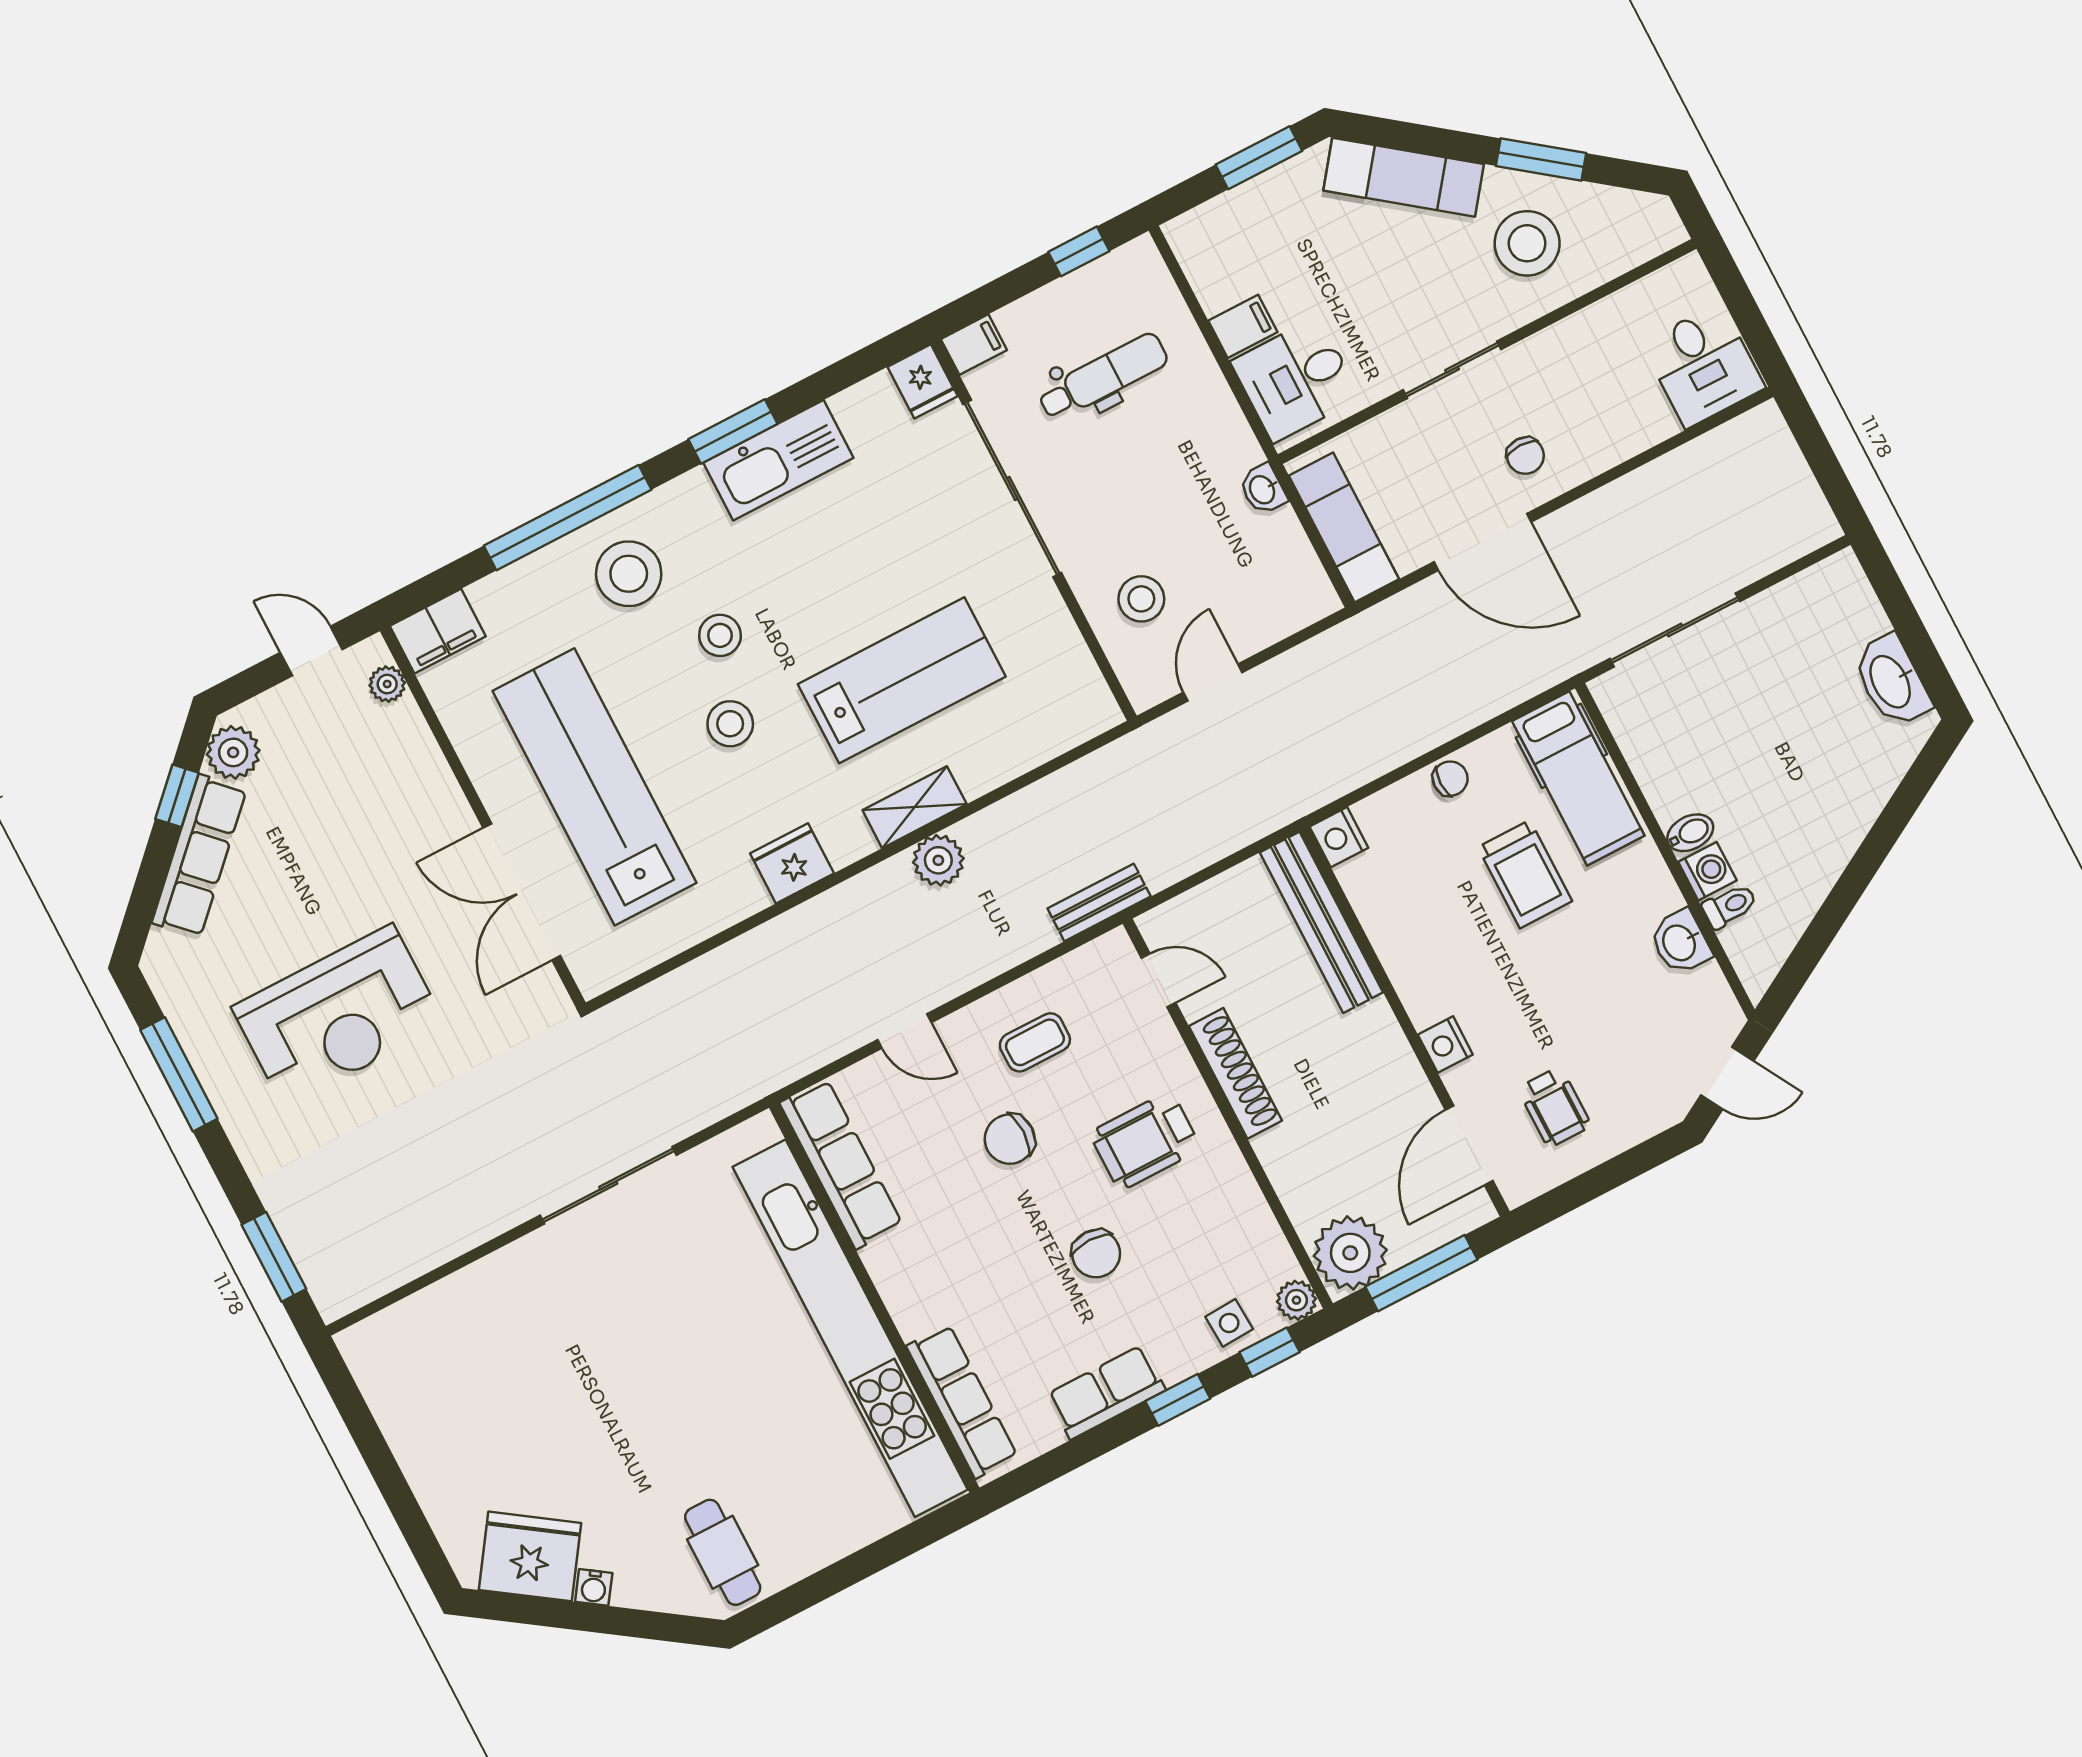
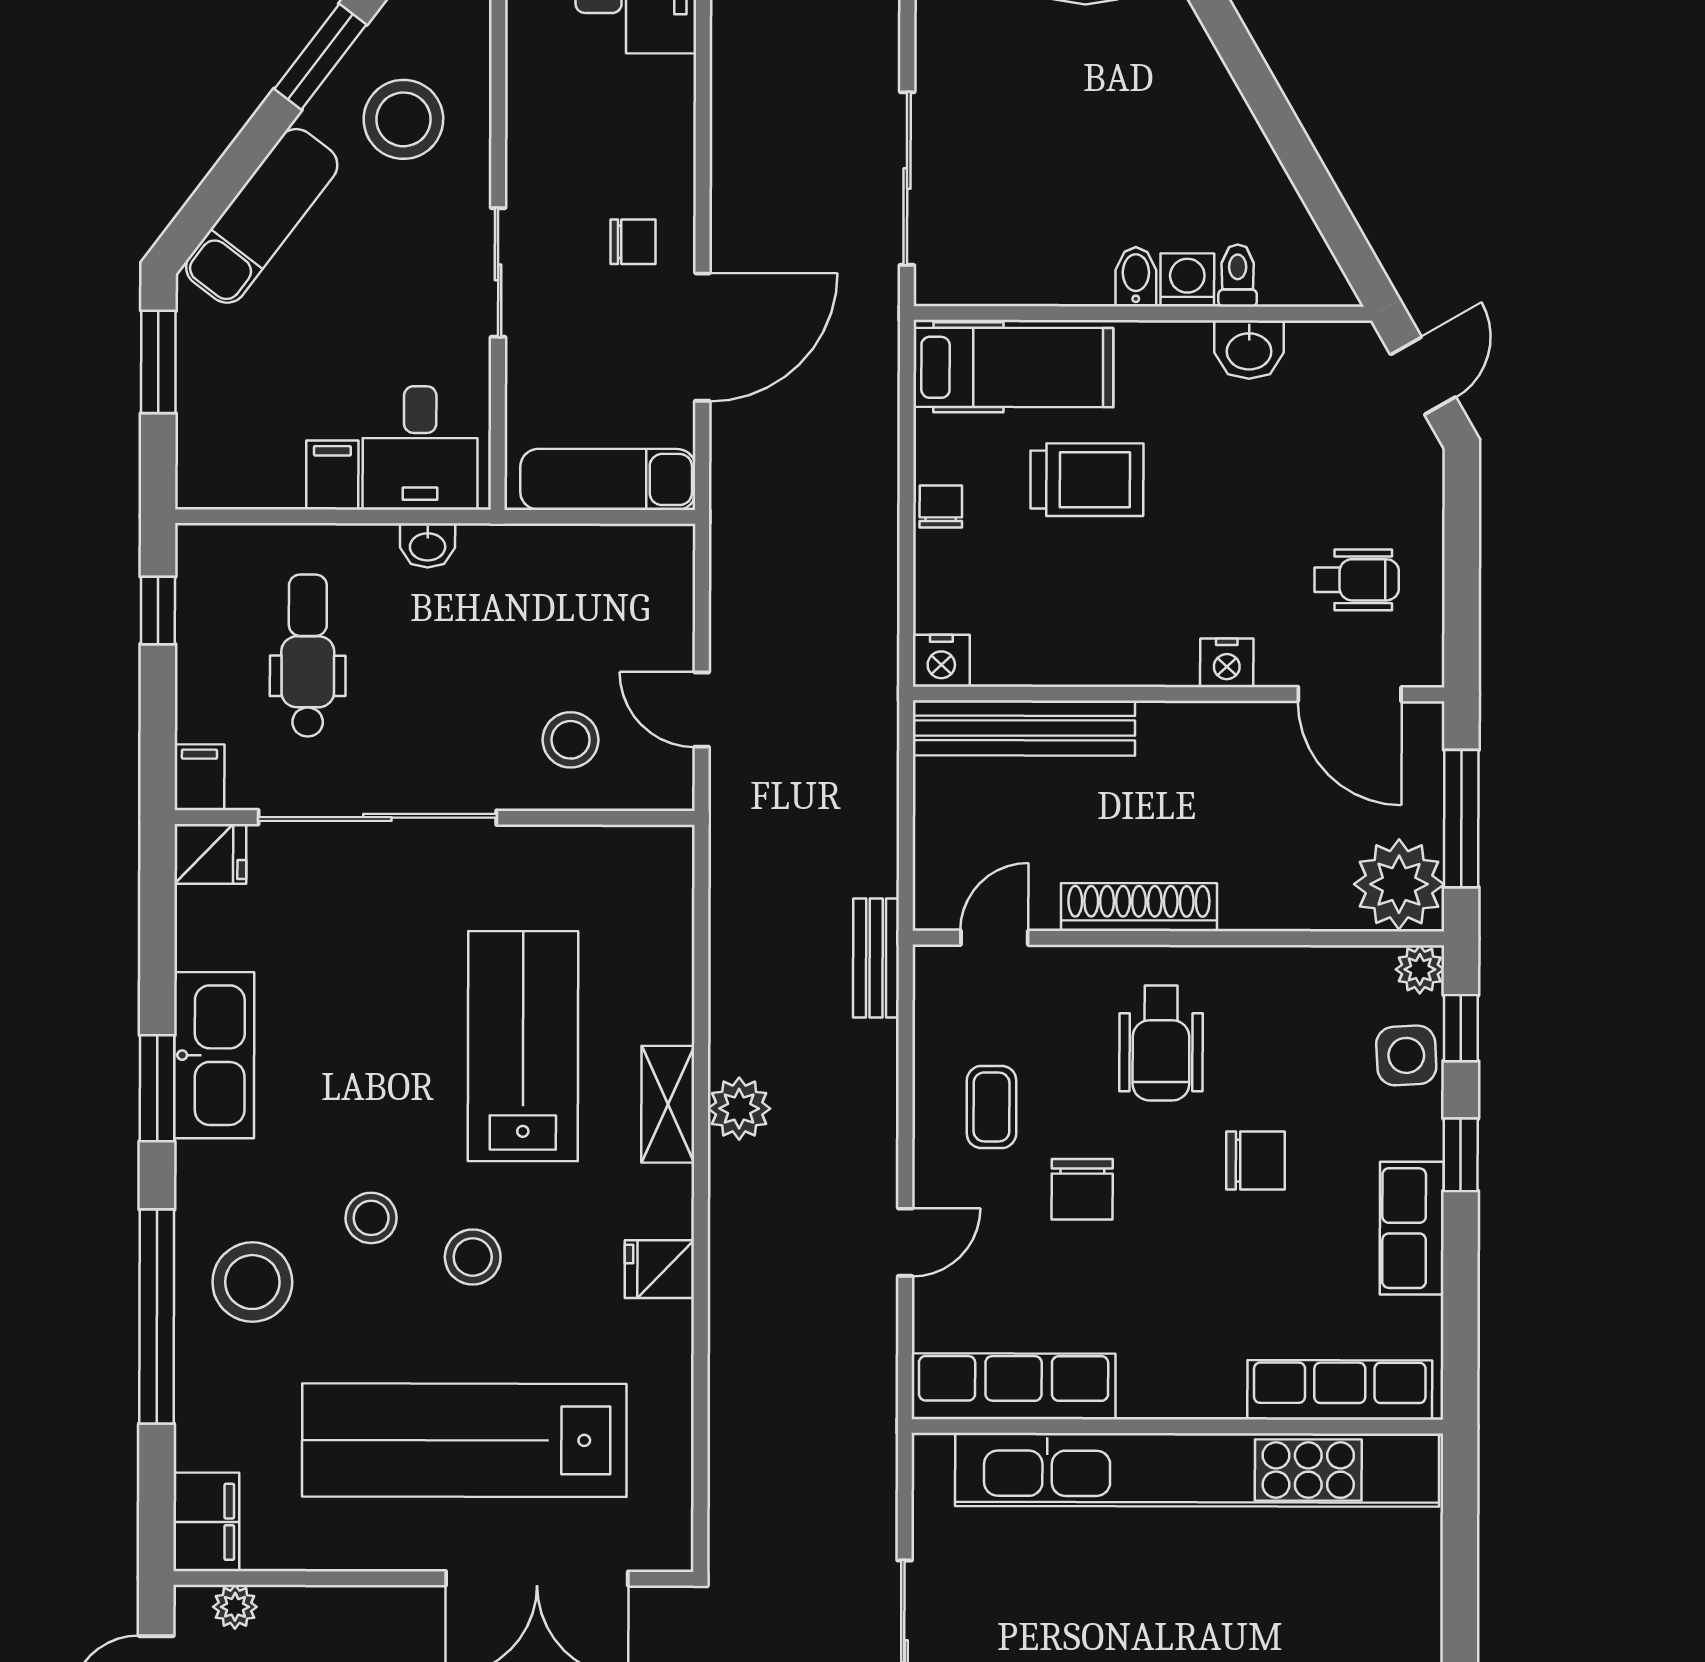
washbasin: (1263, 489) -> (428, 546), moved
fridge: (792, 863) -> (659, 1269), width x0.72
side table: (1229, 1323) -> (1406, 1055), width x1.37, depth x1.37

